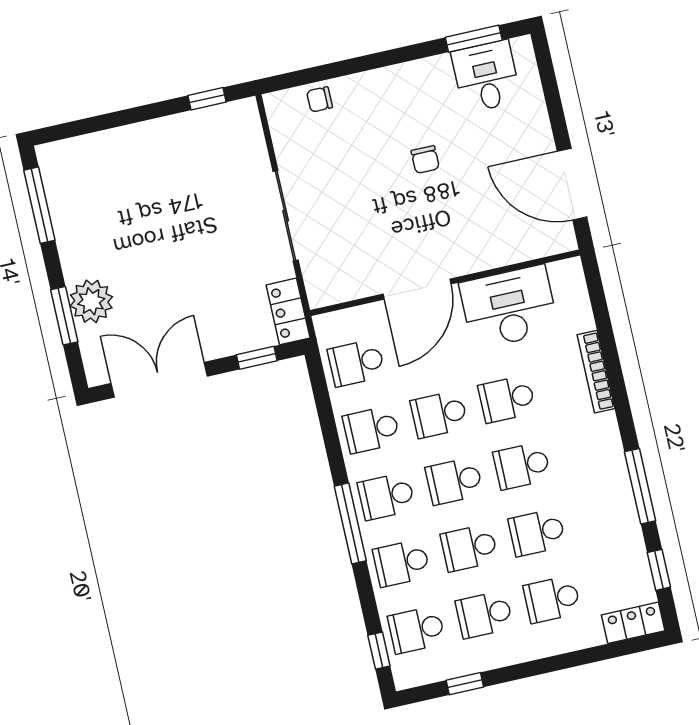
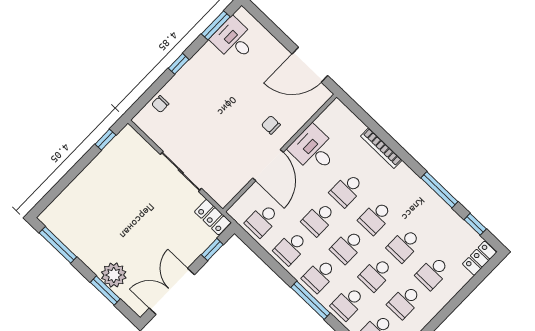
window: (384, 59) -> (179, 64), added
chair: (425, 160) -> (271, 125), moved, turned 180
desk: (509, 307) -> (314, 150), width x0.73

